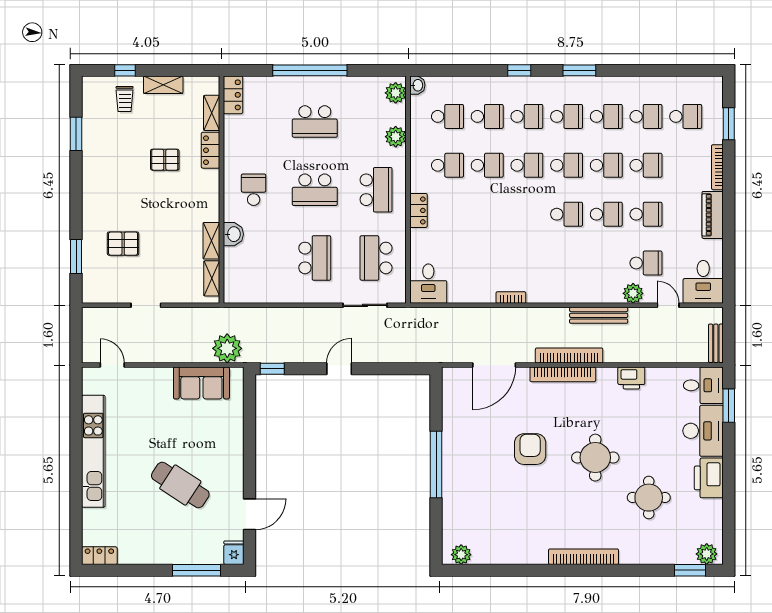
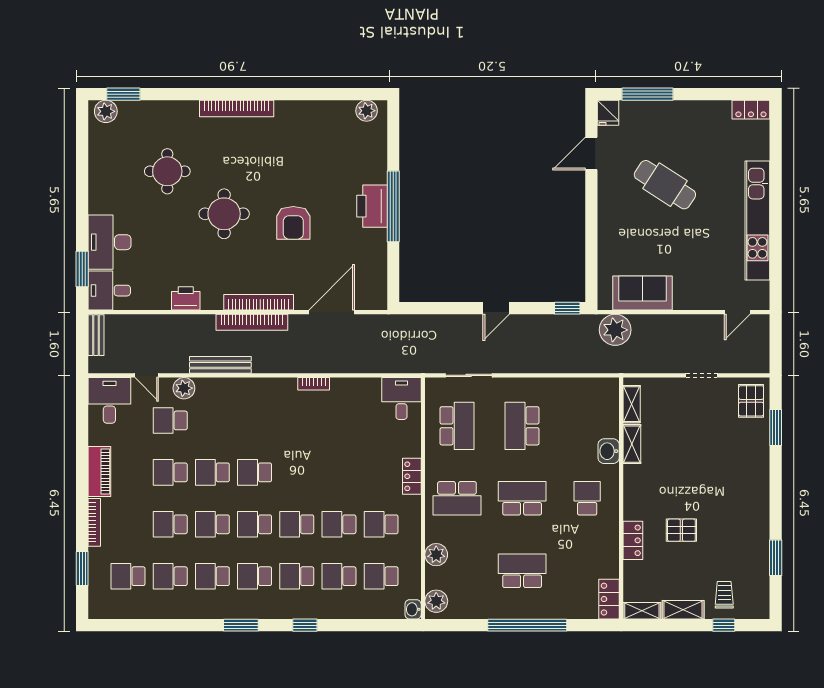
shelving: (212, 113) -> (642, 611), moved, turned 90
school desk: (254, 190) -> (587, 498), turned 180
school desk: (376, 190) -> (457, 498), turned -90
pallet: (123, 244) -> (751, 401), moved, turned 90
door: (112, 365) -> (737, 312), hinge flipped
printer: (709, 478) -> (372, 206), moved, turned 180

